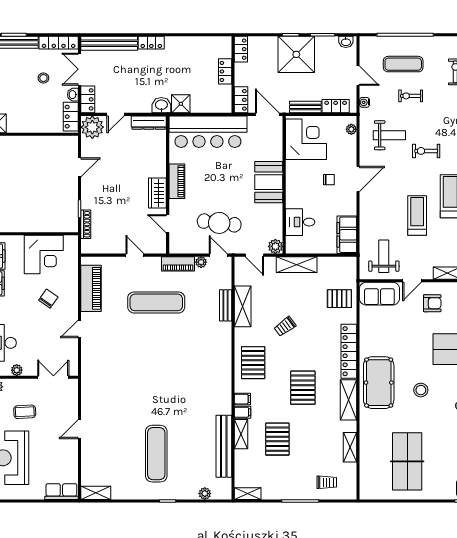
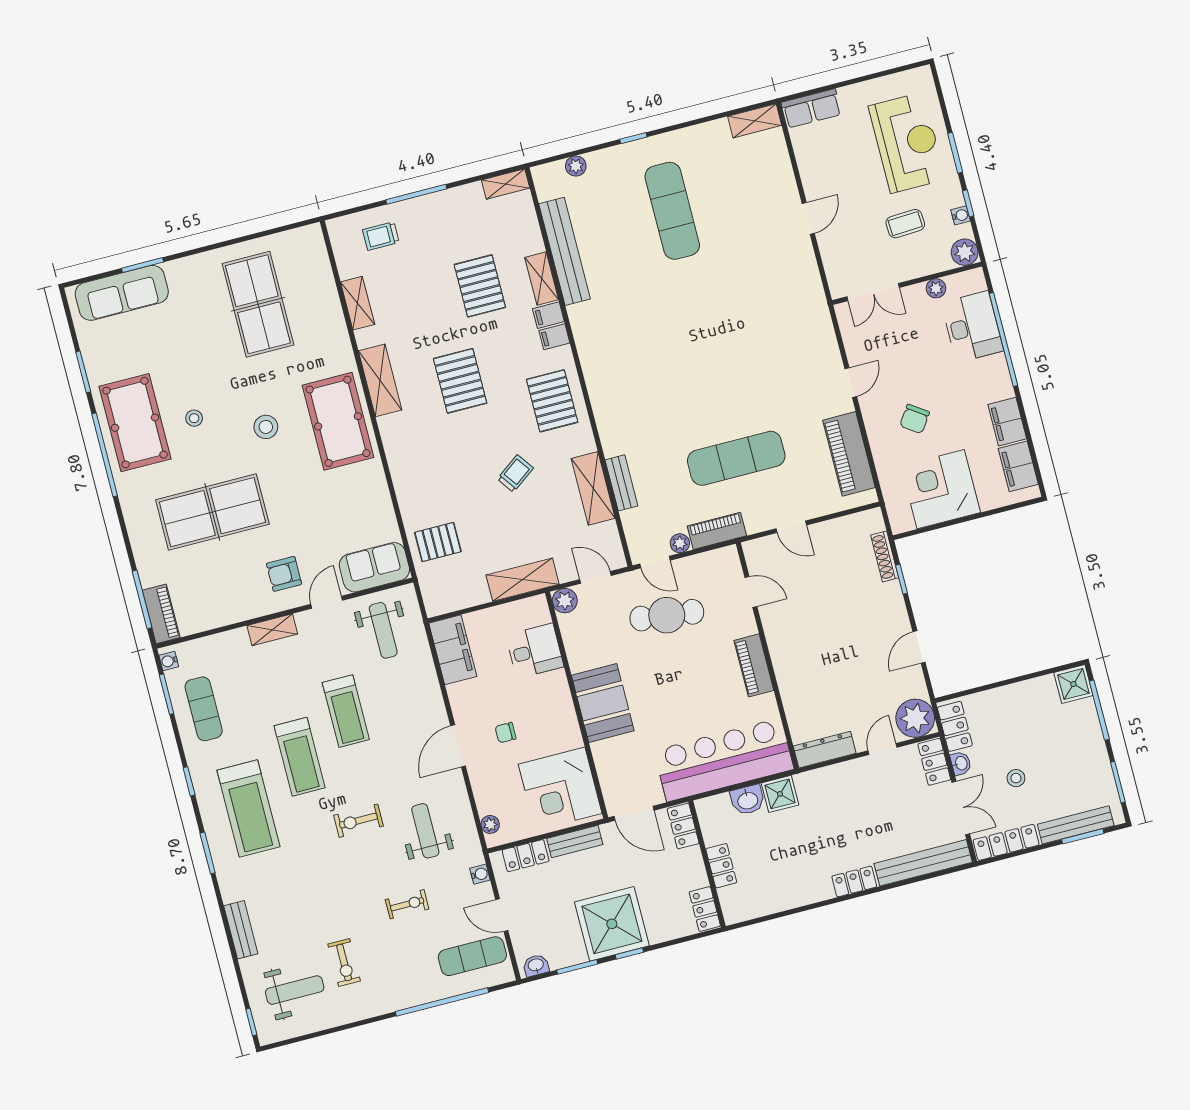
exercise mat: (403, 64) -> (472, 956), moved
washbasin: (161, 105) -> (748, 800), moved
weight bench: (389, 135) -> (425, 831), turned 90
exercise bike: (426, 151) -> (358, 821), turned 180
wardrobe: (157, 193) -> (781, 638), removed
locker: (349, 351) -> (400, 460), removed

